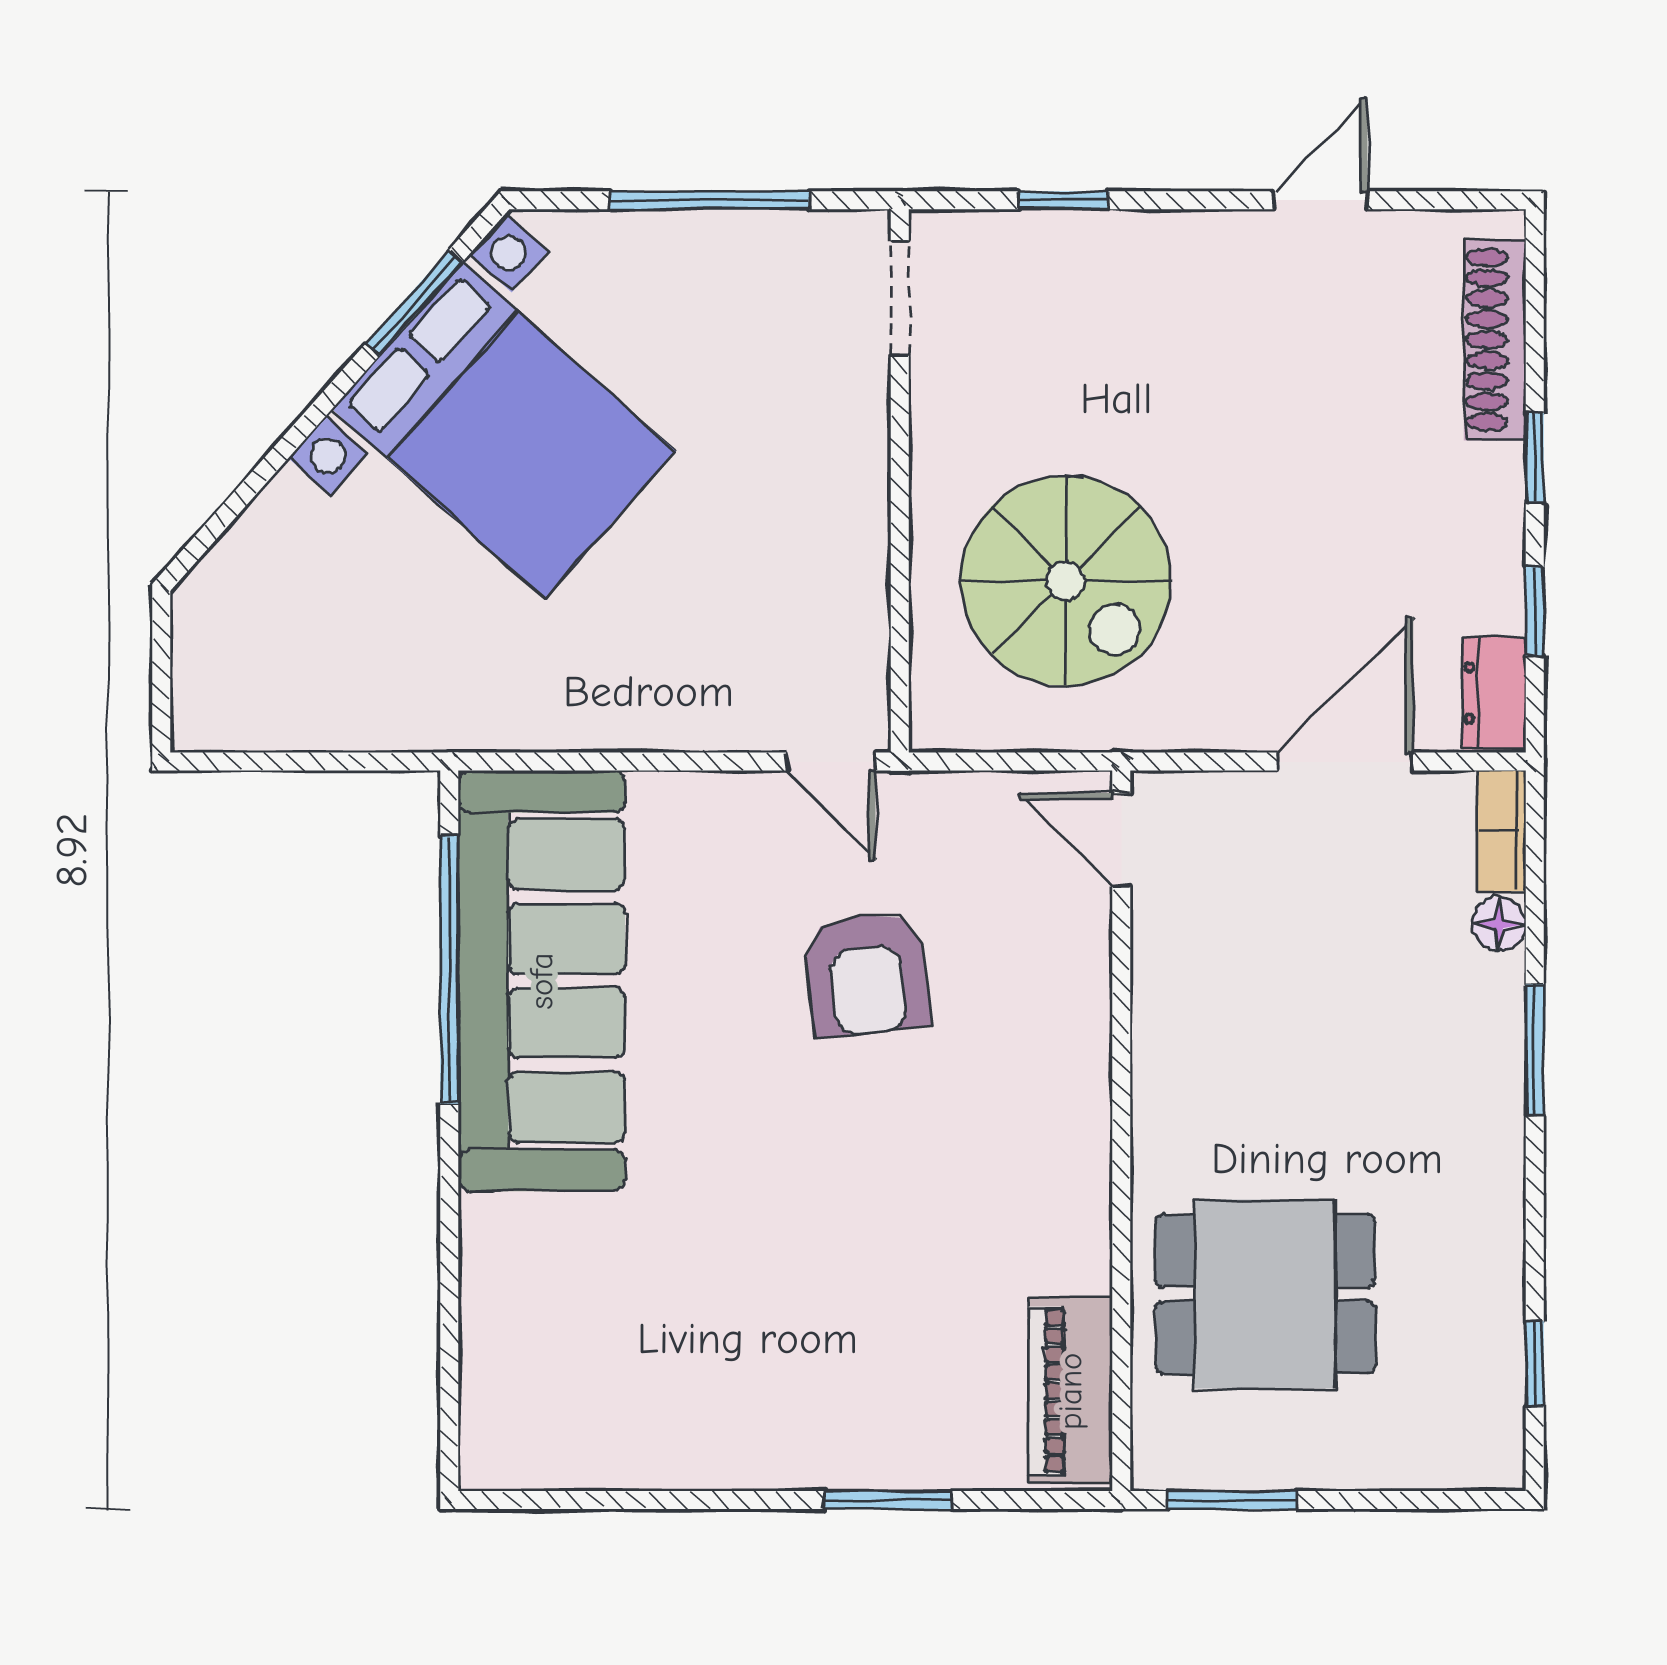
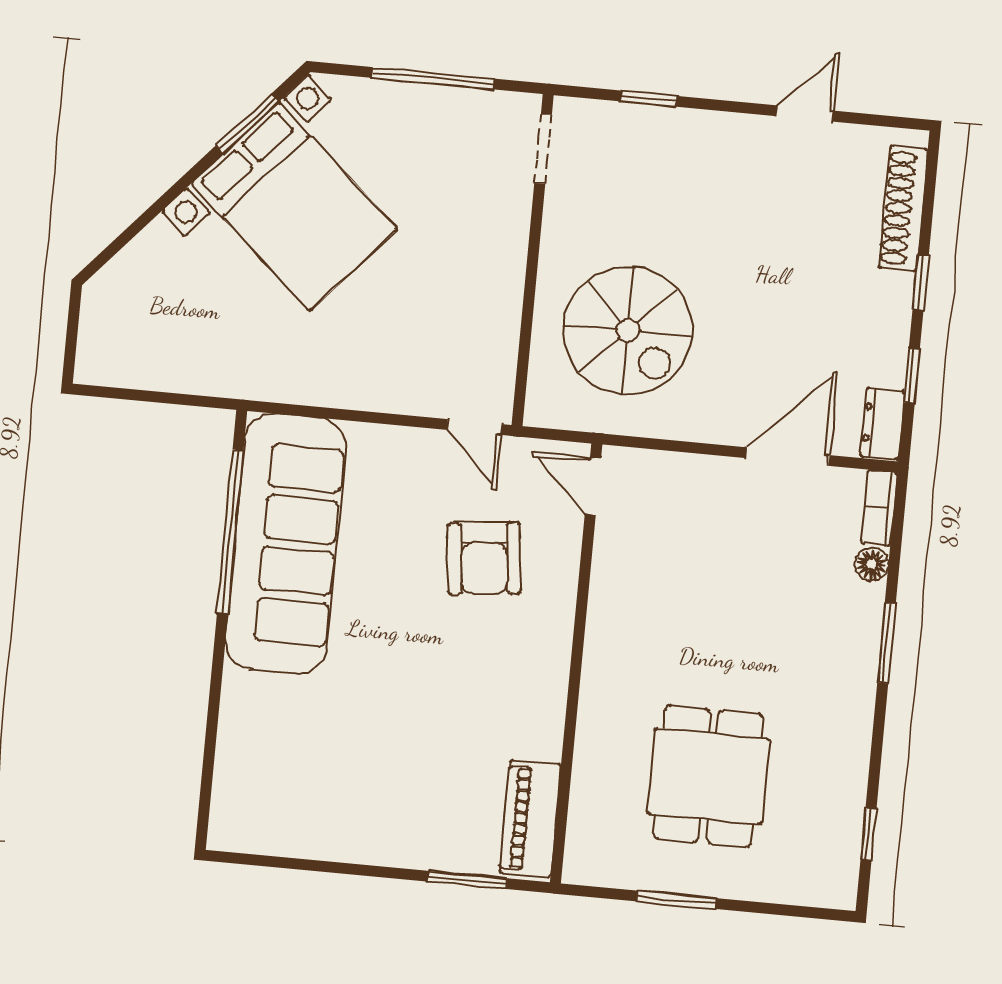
door: (1121, 840) -> (593, 486), moved
wall: (1121, 1131) -> (576, 663), moved
dining table: (1265, 1294) -> (708, 776), turned 90
piano: (1071, 1391) -> (530, 819), moved

